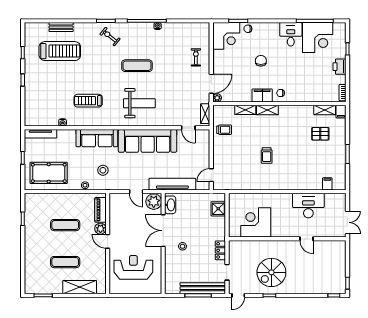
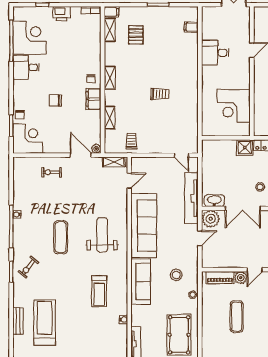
shelving: (267, 110) -> (110, 78), moved
desk: (308, 206) -> (215, 53), width x0.73
shower: (218, 209) -> (245, 148), moved

